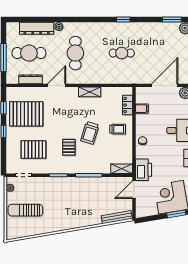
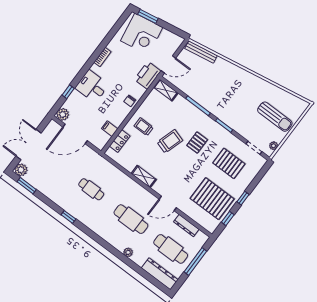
dresser: (37, 28) -> (160, 274), moved
cafe table: (75, 53) -> (131, 219), turned 90

